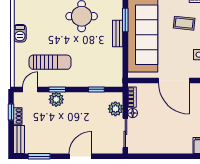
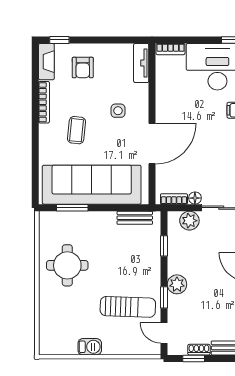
bench: (118, 34) -> (135, 218), moved
sun lounger: (50, 62) -> (128, 307), turned 92
plant: (56, 99) -> (177, 284), moved

